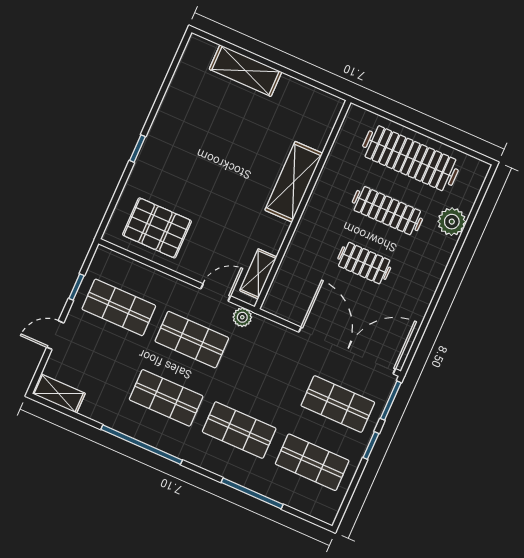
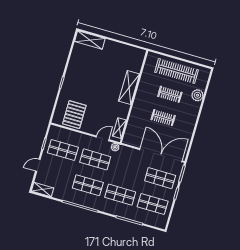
shelving: (245, 71) -> (90, 40), moved
clothes rail: (387, 211) -> (170, 94), width x0.73
pallet: (157, 228) -> (74, 115), turned 90

